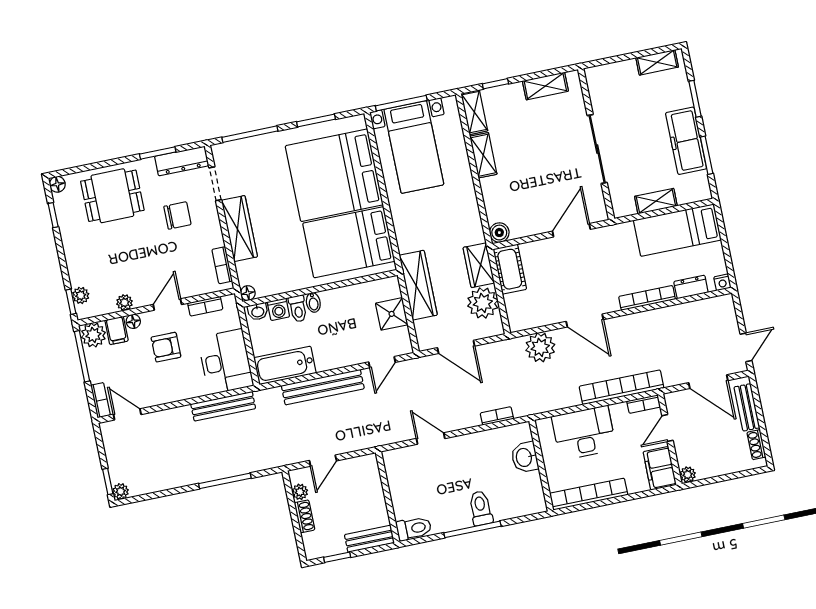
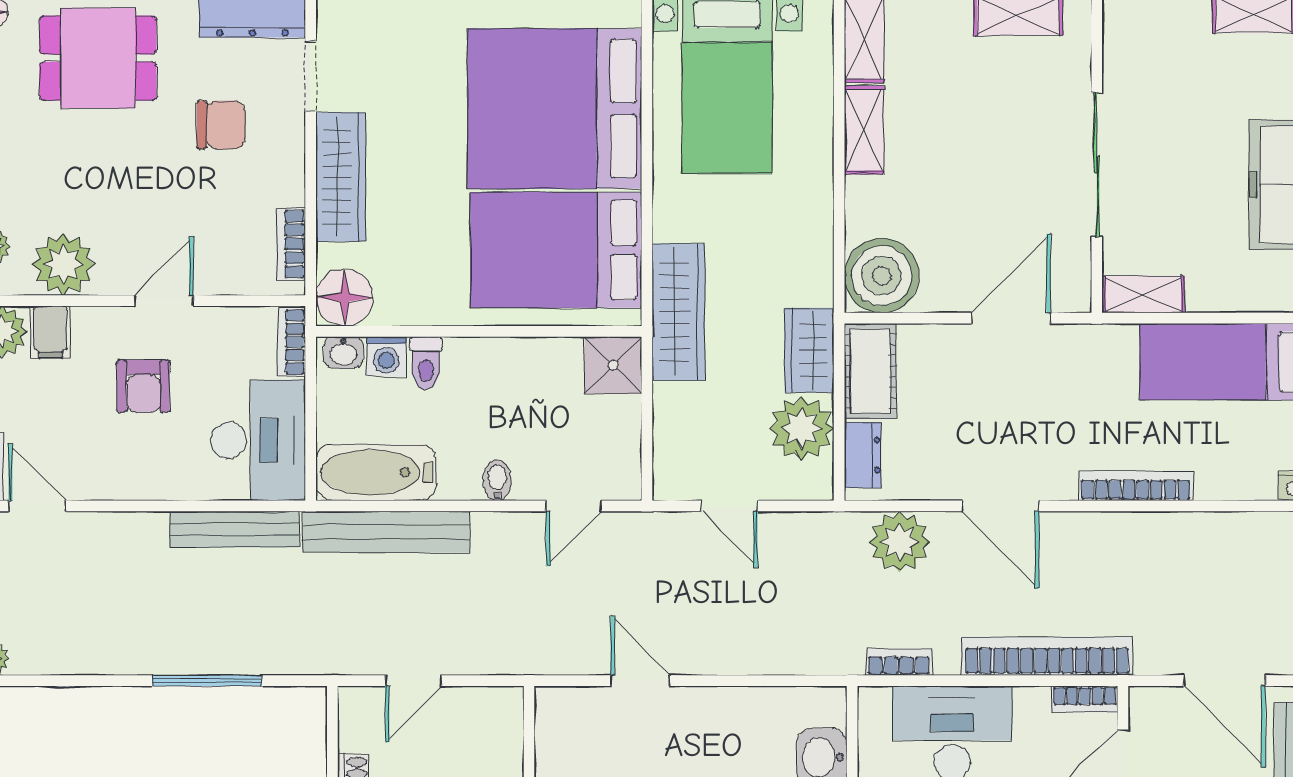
shelving: (656, 201) -> (1143, 294), moved
boiler: (499, 233) -> (882, 276), width x1.86, depth x1.86
wardrobe: (418, 285) -> (679, 312), moved
dresser: (691, 287) -> (863, 455), moved, turned 90
floor lamp: (248, 293) -> (345, 297), width x1.89, depth x1.89
bidet: (313, 302) -> (497, 480), moved, turned 180
plant: (125, 303) -> (64, 264), width x1.88, depth x1.88
bookcase: (205, 306) -> (292, 342), moved, turned 90
shower: (392, 314) -> (613, 365), moved
floor lamp: (133, 321) -> (88, 321), removed
armchair: (166, 347) -> (143, 386), turned -90
door: (456, 347) -> (729, 506), width x0.73
bench: (323, 387) -> (386, 532), moved
bookcase: (497, 416) -> (899, 662), moved
plant: (300, 492) -> (354, 734), removed

